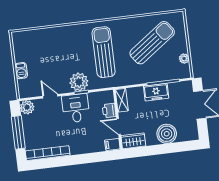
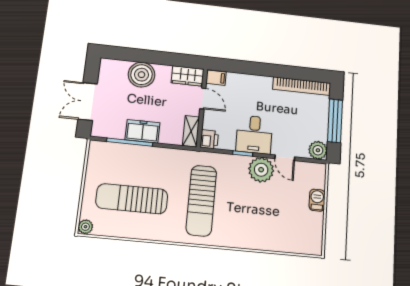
sun lounger: (152, 43) -> (132, 199), turned 36
plant: (184, 59) -> (85, 227), moved
plant: (79, 82) -> (261, 170), moved
printer: (109, 110) -> (209, 139), moved

